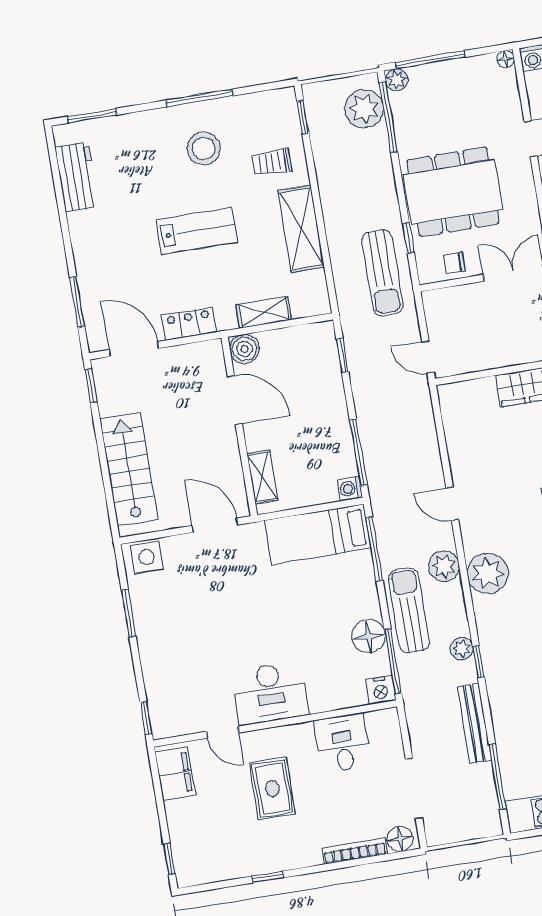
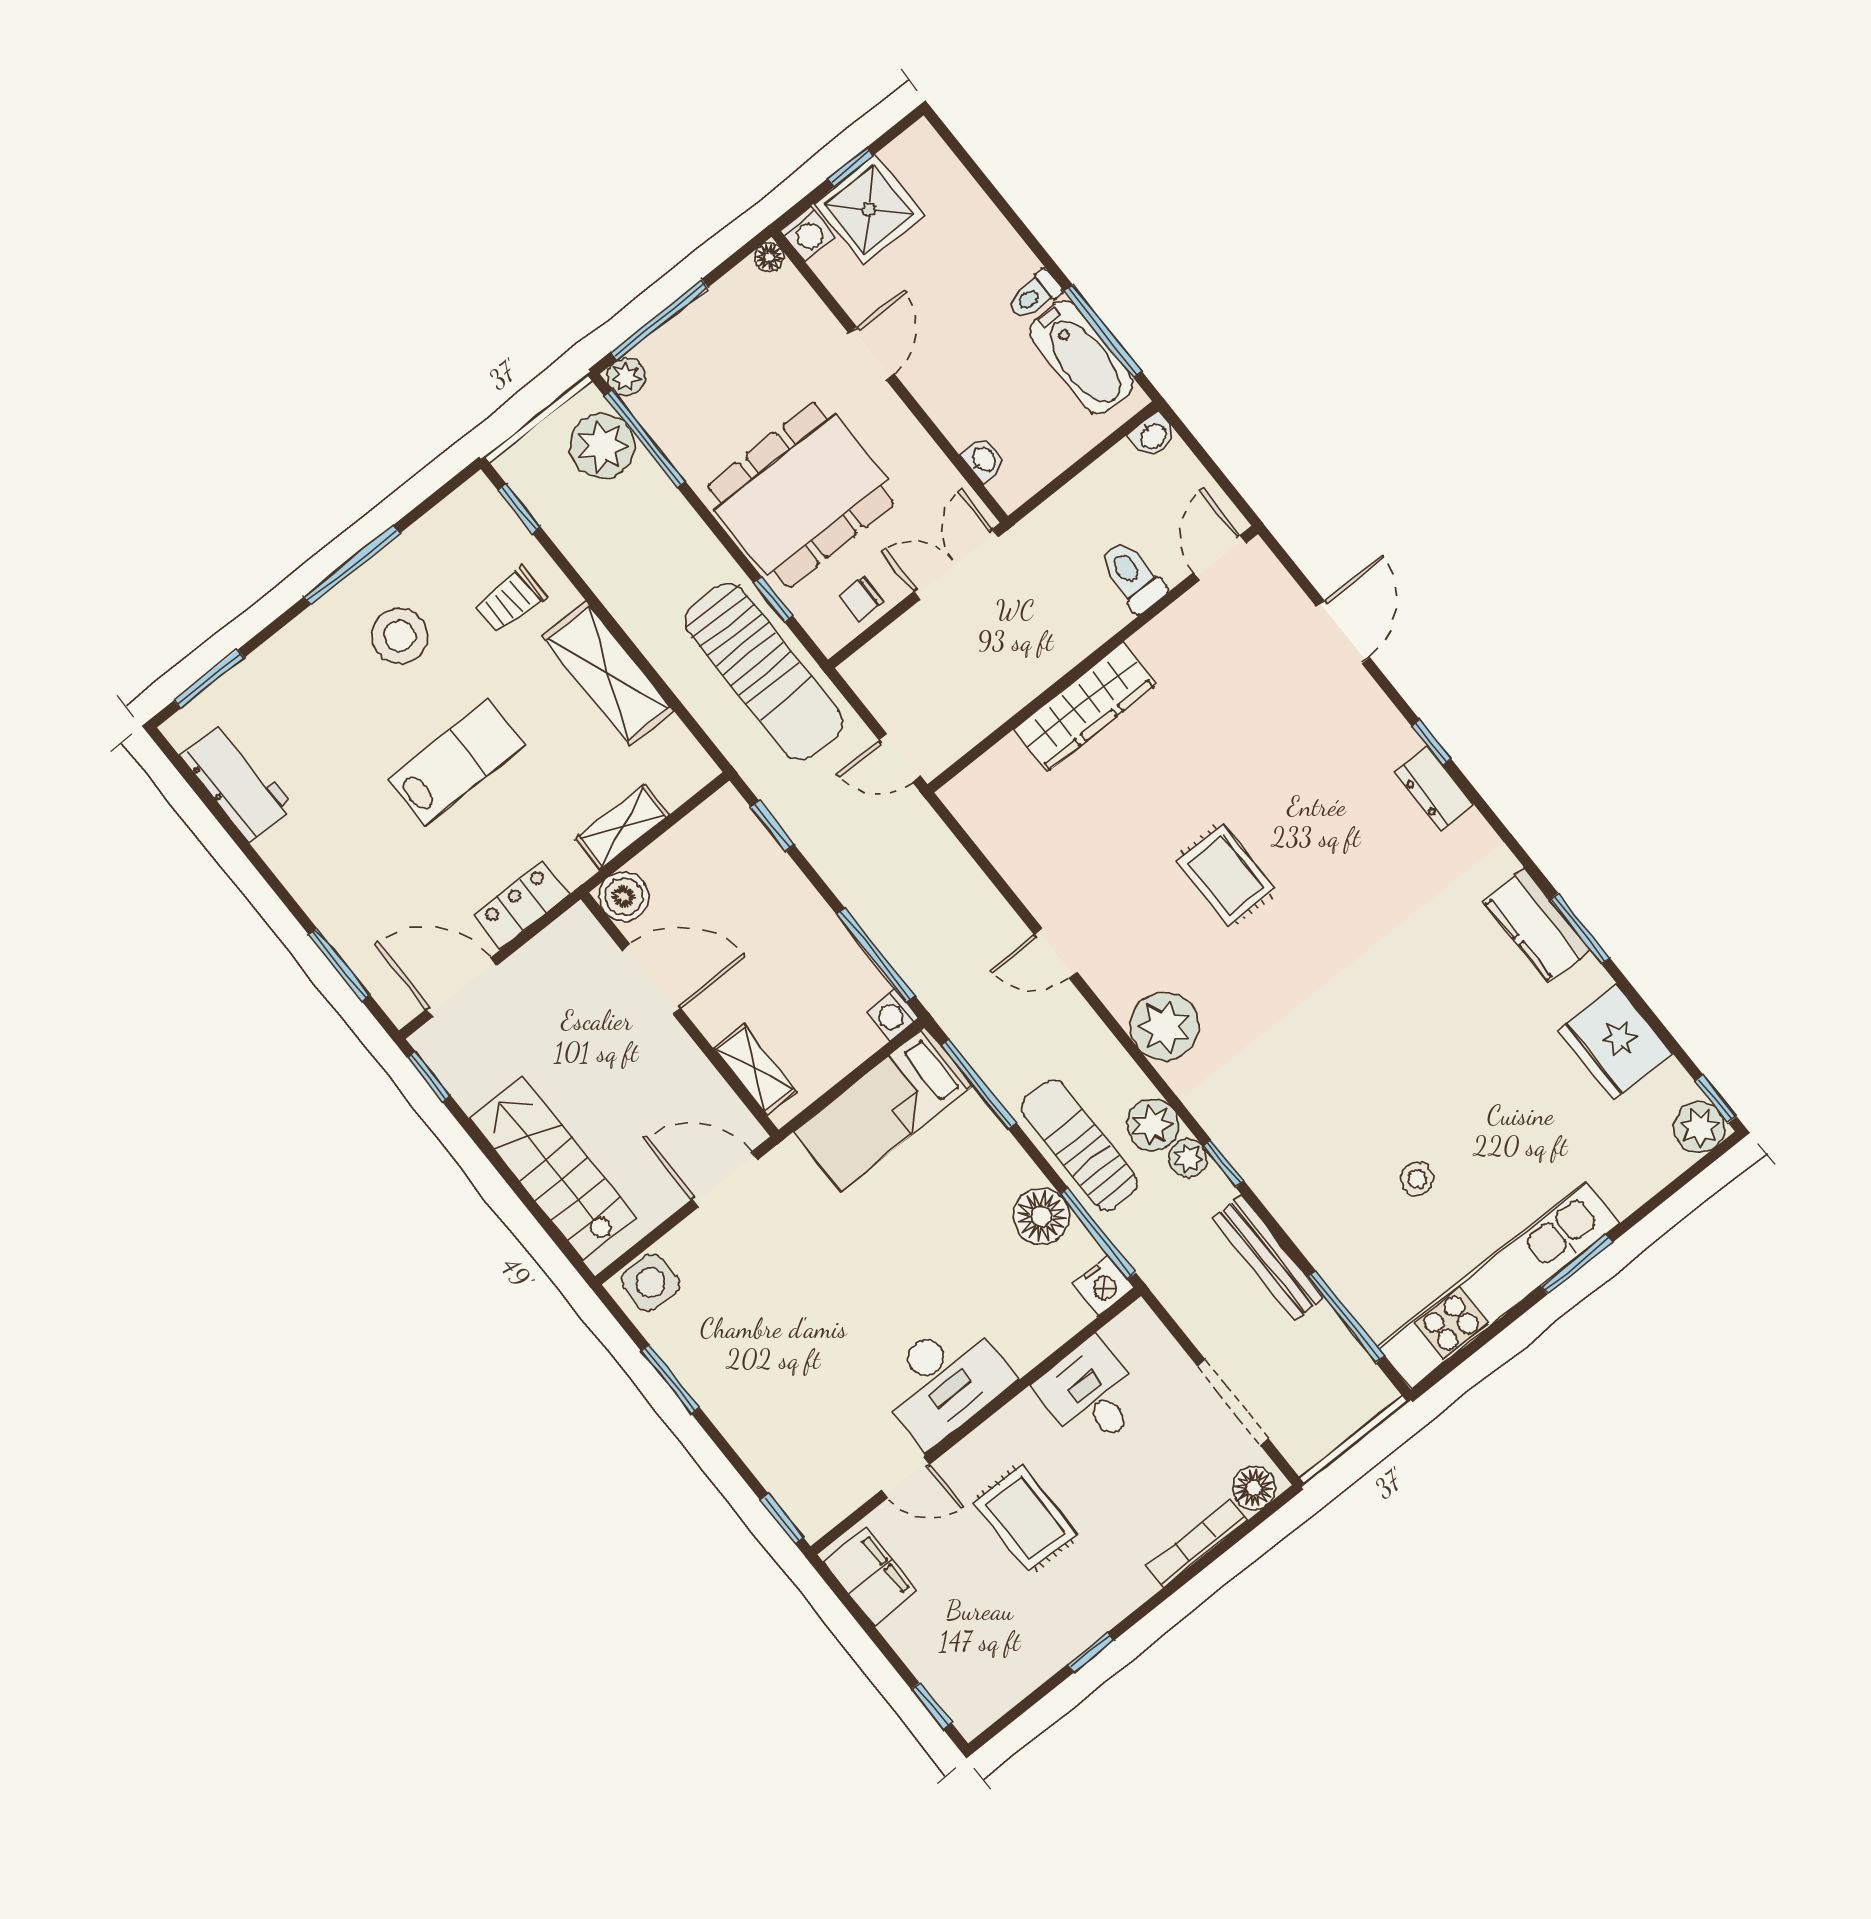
sun lounger: (382, 273) -> (764, 672), width x1.36, depth x1.34
plant: (444, 566) -> (1153, 1125), moved

